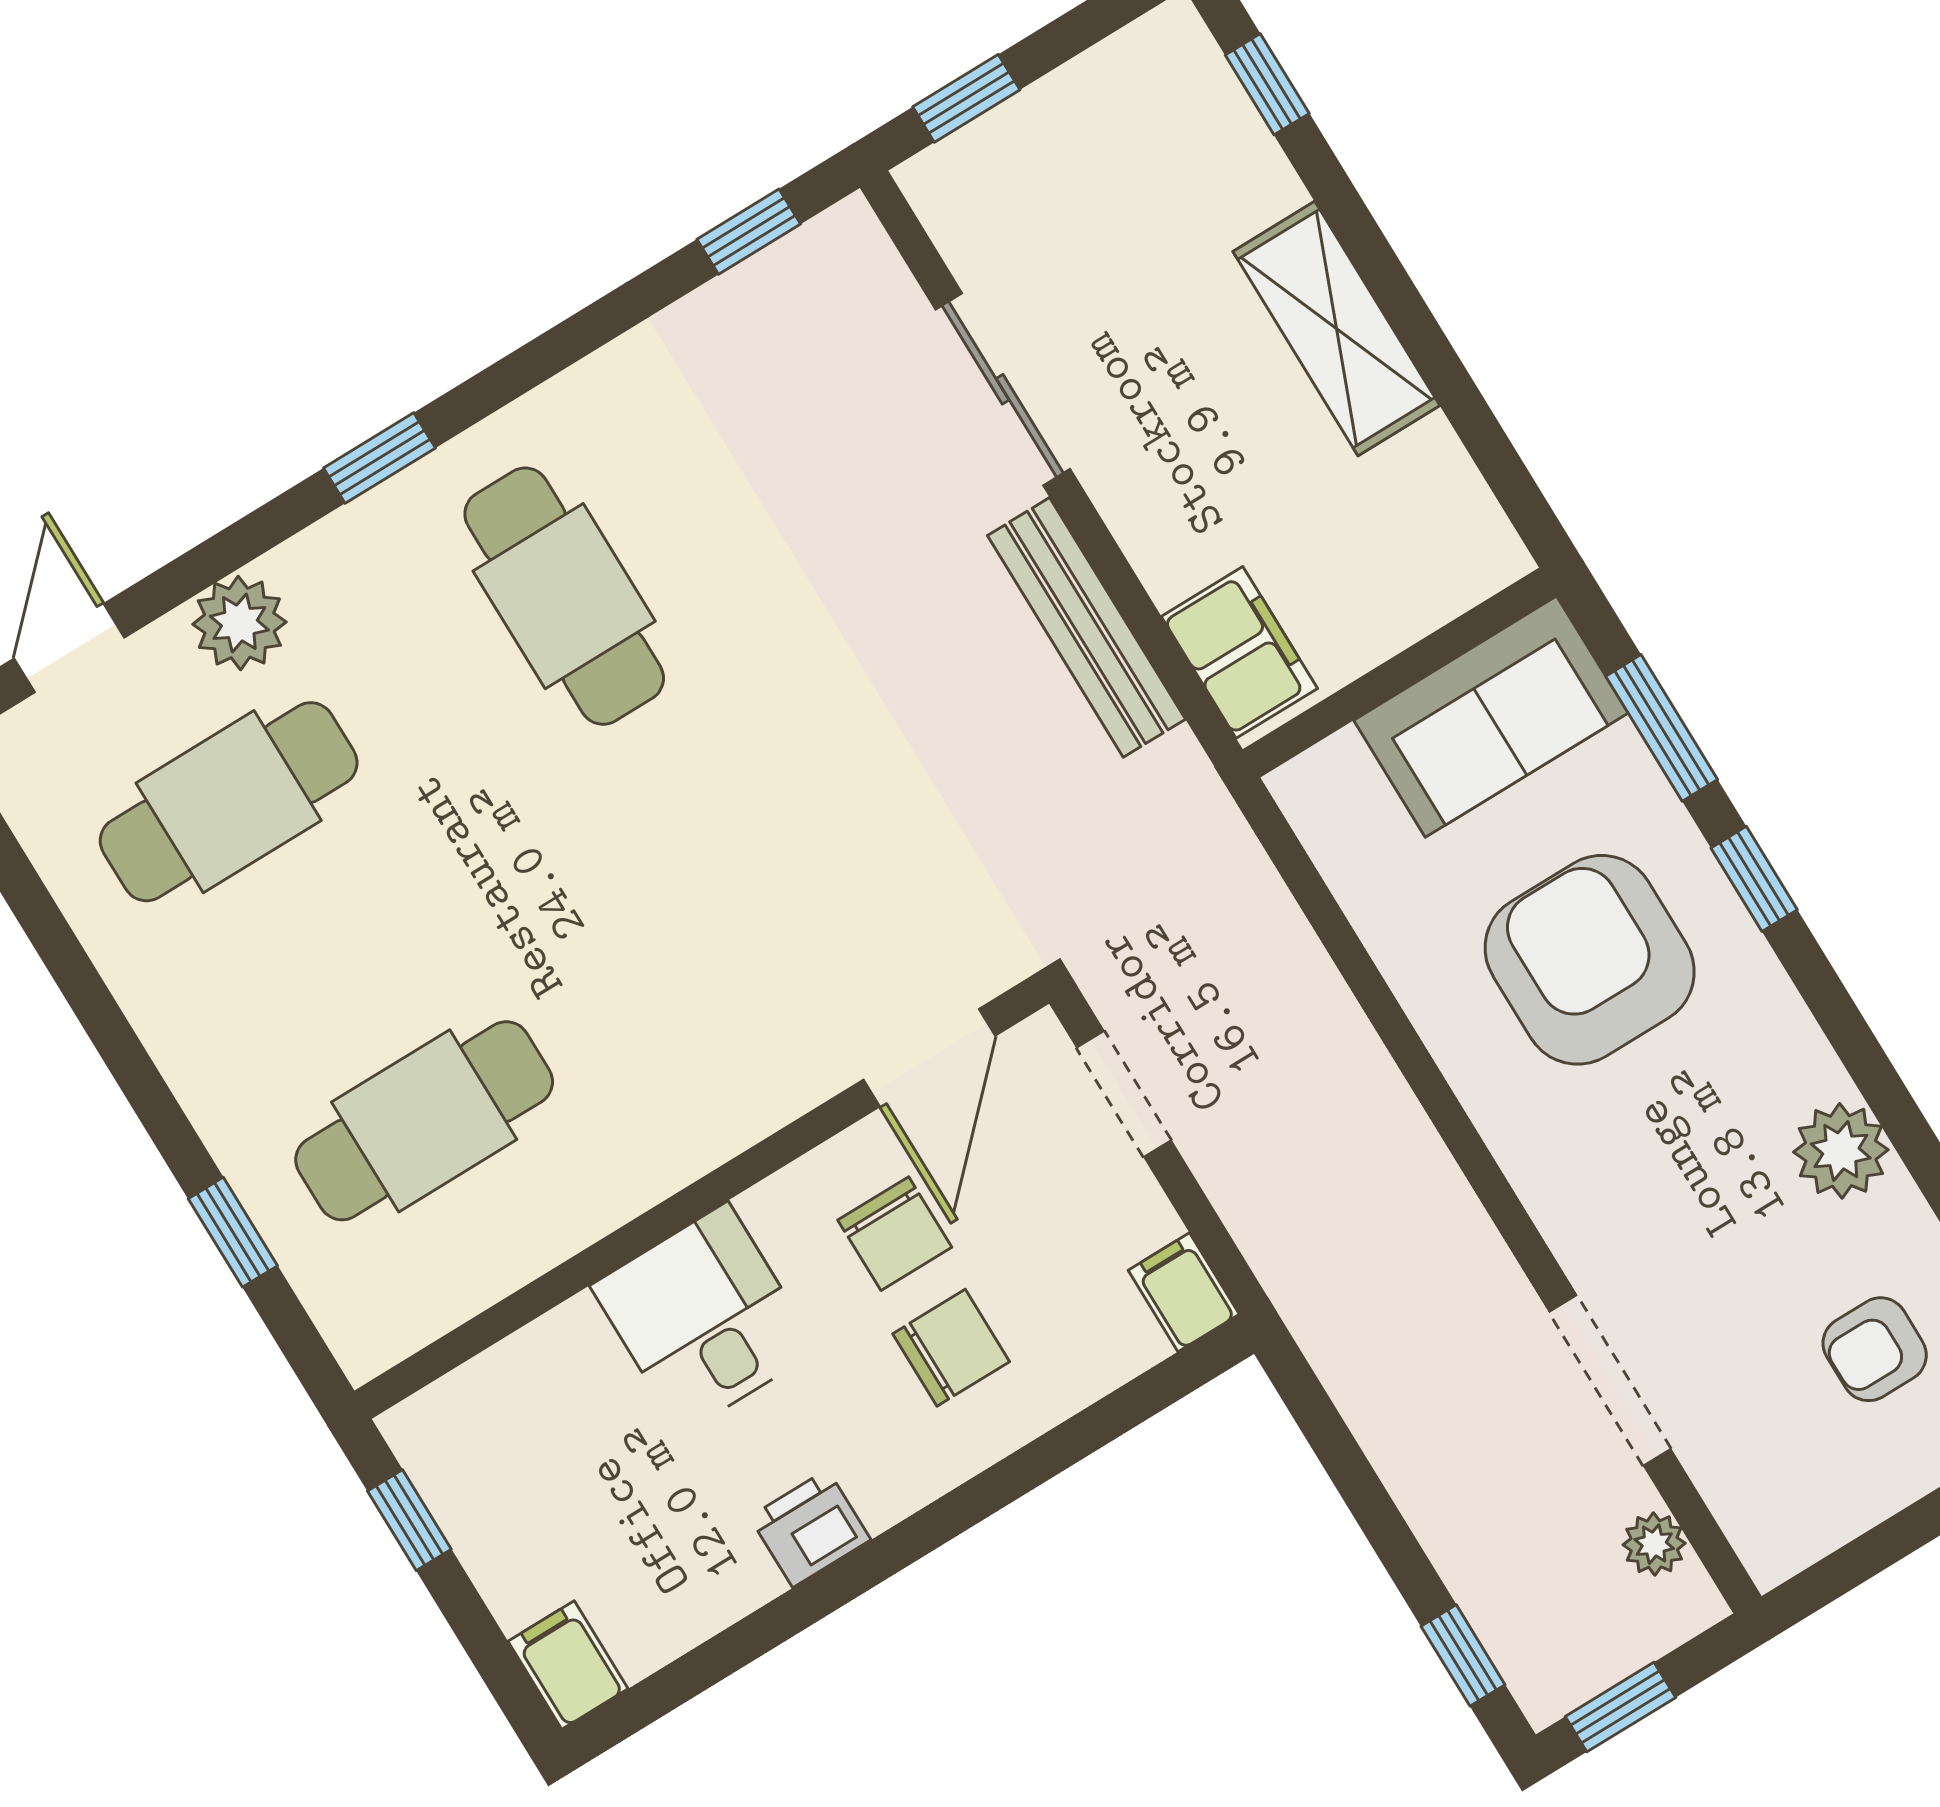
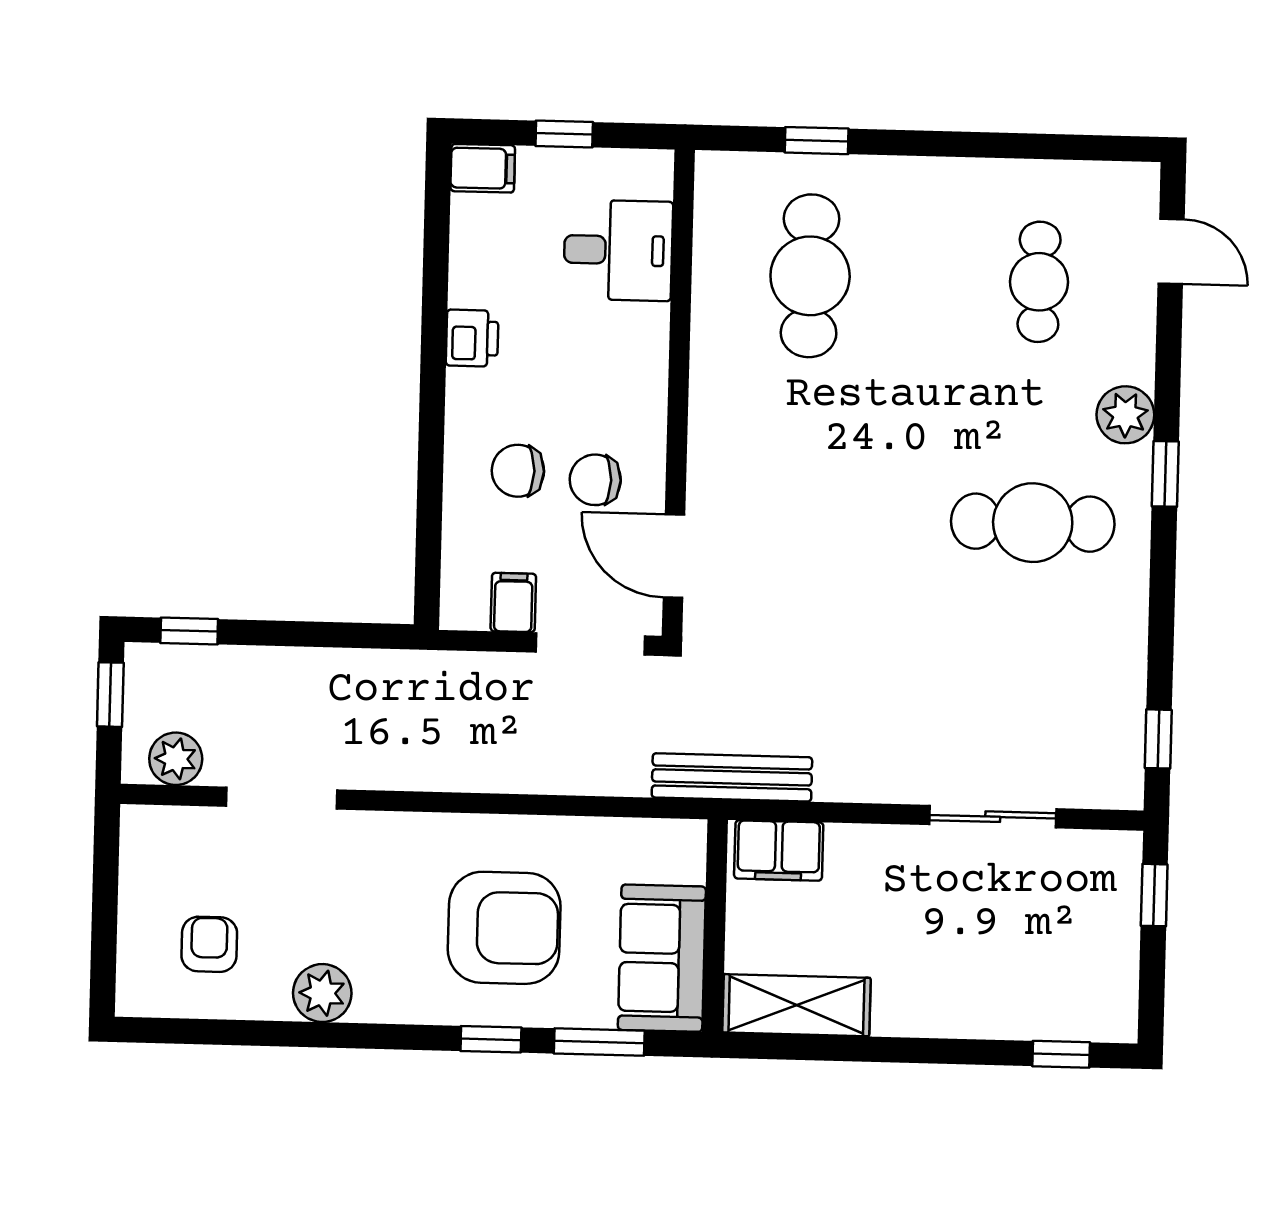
shelving: (1336, 328) -> (796, 1005), moved
plant: (239, 623) -> (1125, 415), moved
bench: (1086, 627) -> (732, 777), moved
cafe table: (229, 802) -> (1039, 282), width x0.73, depth x0.74
doorway: (1124, 1094) -> (591, 644), width x1.38
filing cabinet: (1184, 1292) -> (513, 603), moved, turned -90
desk: (704, 1318) -> (618, 250), moved
chair: (951, 1348) -> (518, 471), turned 90
window: (409, 1520) -> (564, 134), moved
plant: (1654, 1544) -> (176, 759), width x1.38, depth x1.38

